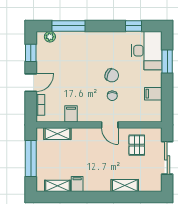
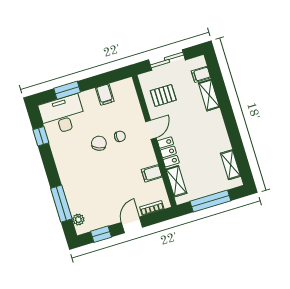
door: (31, 83) -> (132, 225), hinge flipped
locker: (86, 134) -> (168, 152), added
filing cabinet: (77, 184) -> (201, 74), moved

